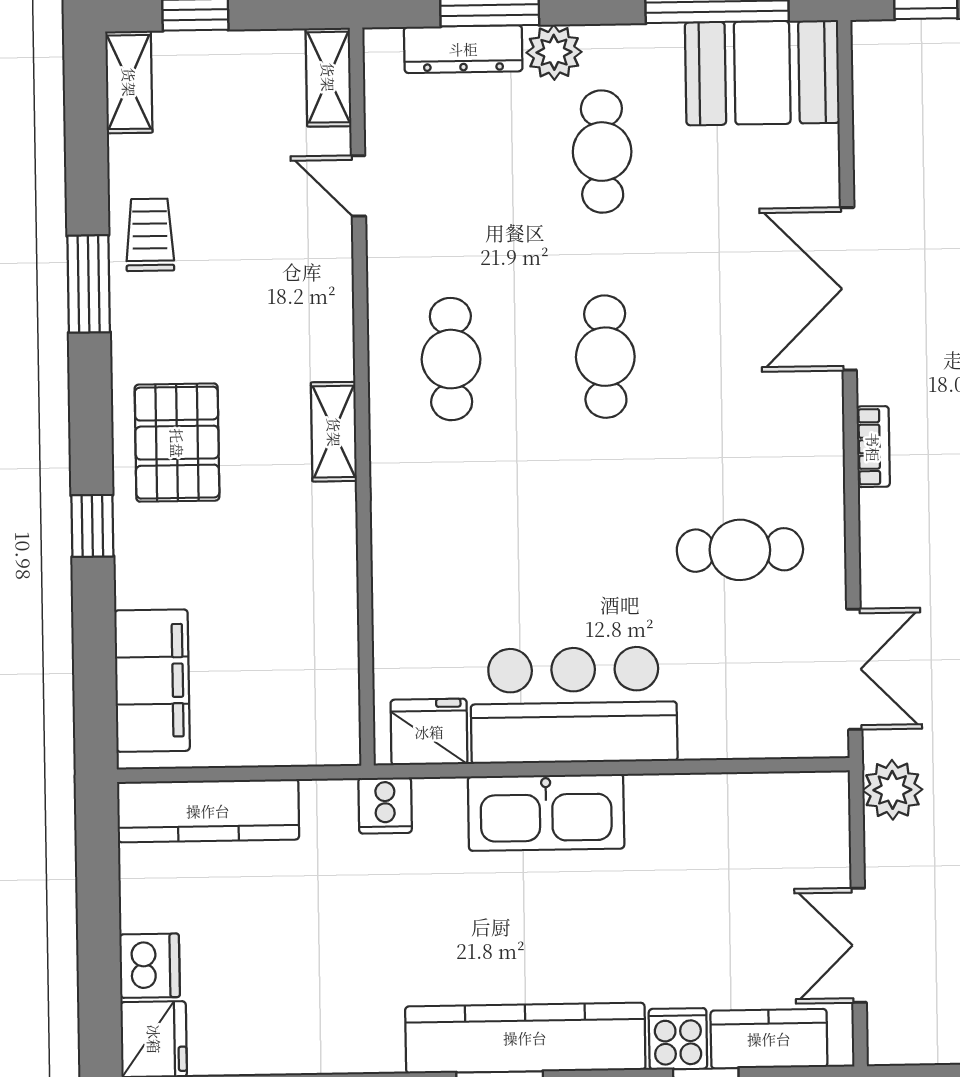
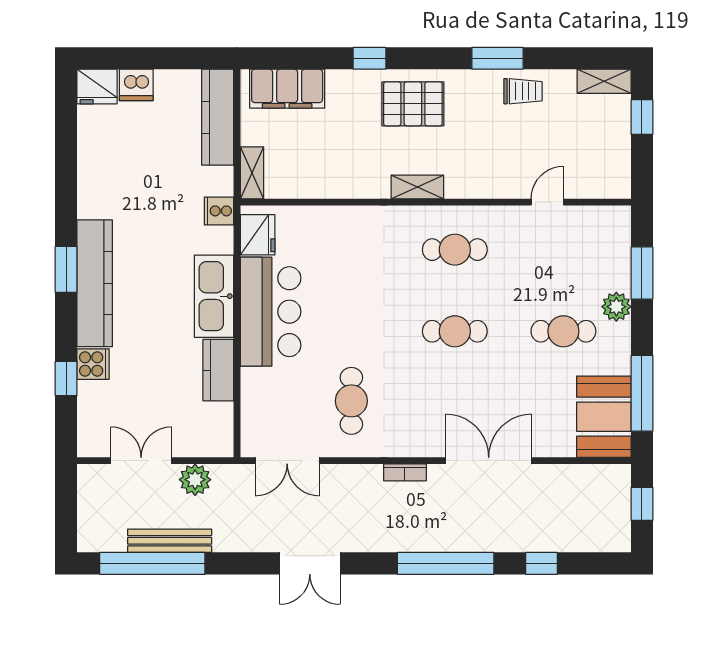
dresser: (463, 49) -> (619, 259), removed
shelving: (328, 77) -> (252, 173), moved, turned 90
plant: (892, 790) -> (195, 480), moved
kitchen counter: (769, 1039) -> (218, 370), moved, turned 180

